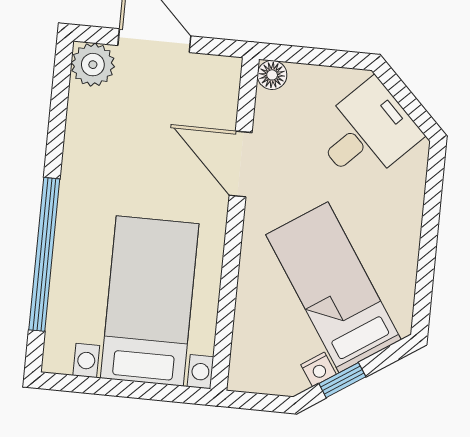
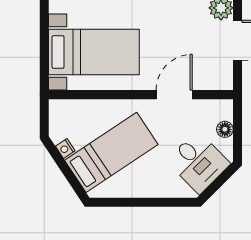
floor lamp: (272, 75) -> (225, 129), moved
window: (342, 380) -> (61, 162), removed

